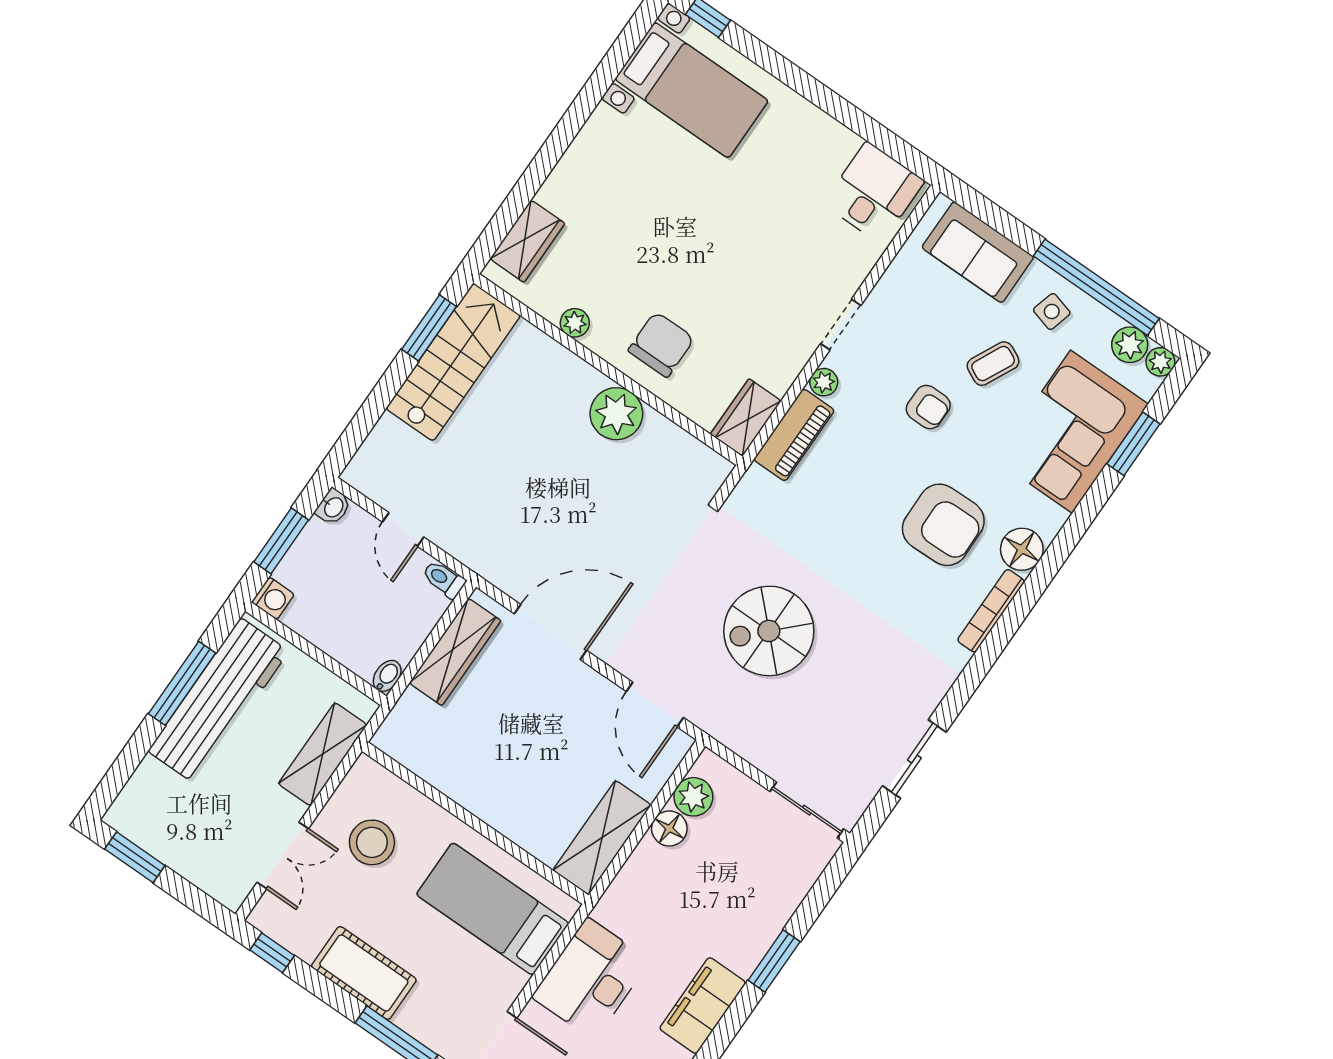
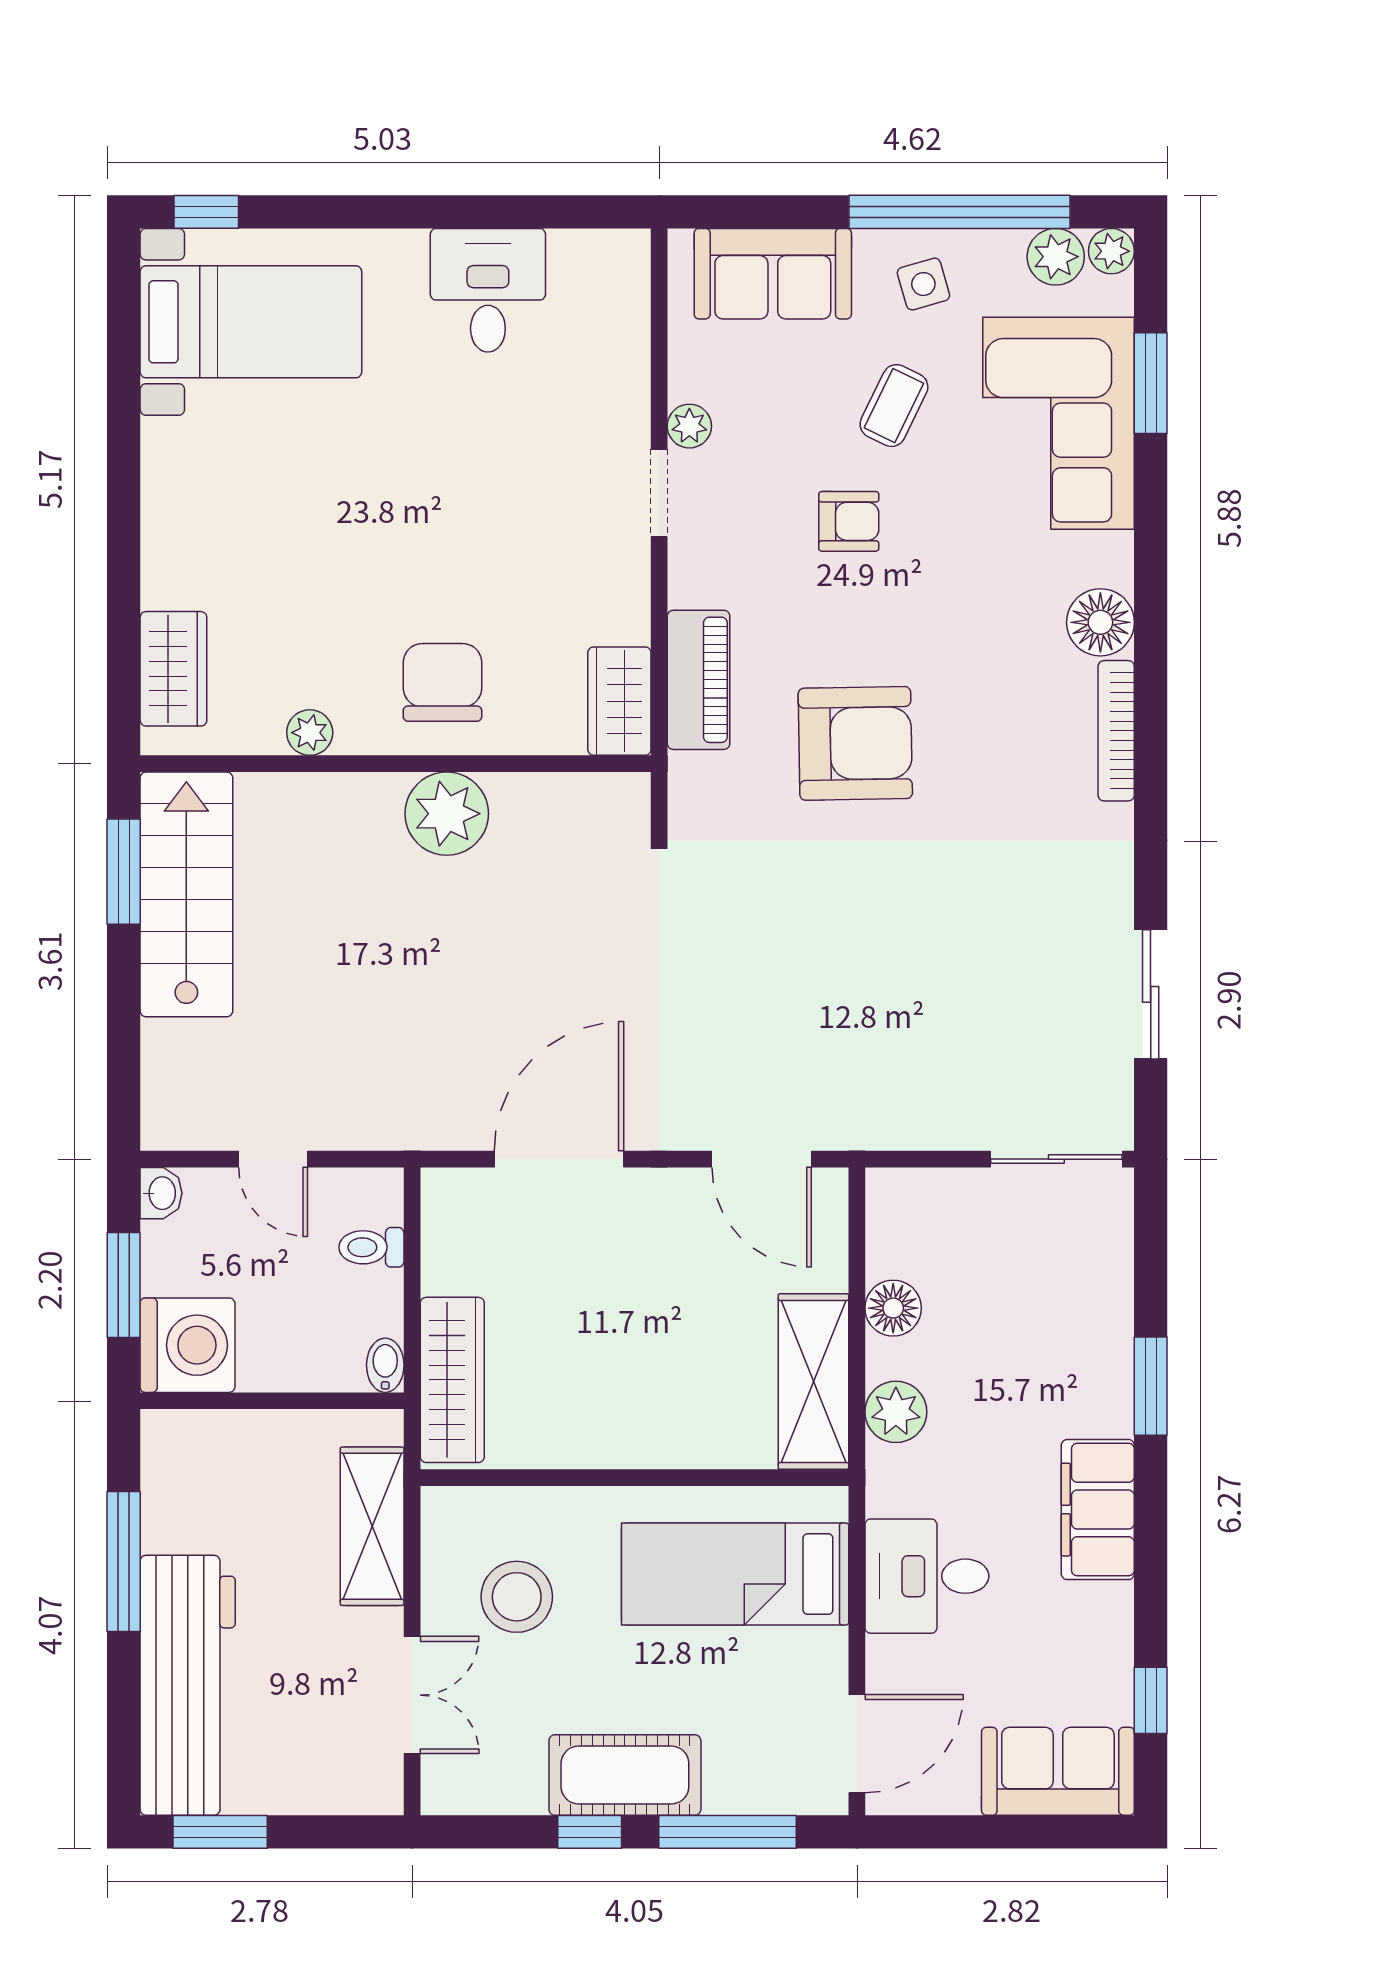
desk: (874, 192) -> (488, 290), moved
side table: (1052, 311) -> (923, 284), turned -31
plant: (824, 382) -> (689, 426), moved
armchair: (943, 525) -> (855, 743), moved
toilet: (444, 579) -> (371, 1247), moved
washing machine: (273, 598) -> (188, 1345), width x1.89, depth x1.89
spiral stairs: (769, 631) -> (844, 959), removed
wardrobe: (455, 652) -> (452, 1380), moved
workbench: (218, 701) -> (188, 1685), moved
plant: (693, 797) -> (896, 1412), moved
window: (272, 953) -> (590, 1832), moved
desk: (591, 979) -> (927, 1576), width x0.73

